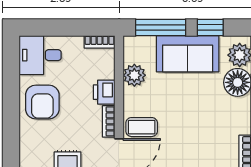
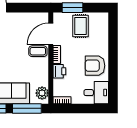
plant: (134, 75) -> (42, 93), moved
armchair: (42, 102) -> (95, 66), turned -90

